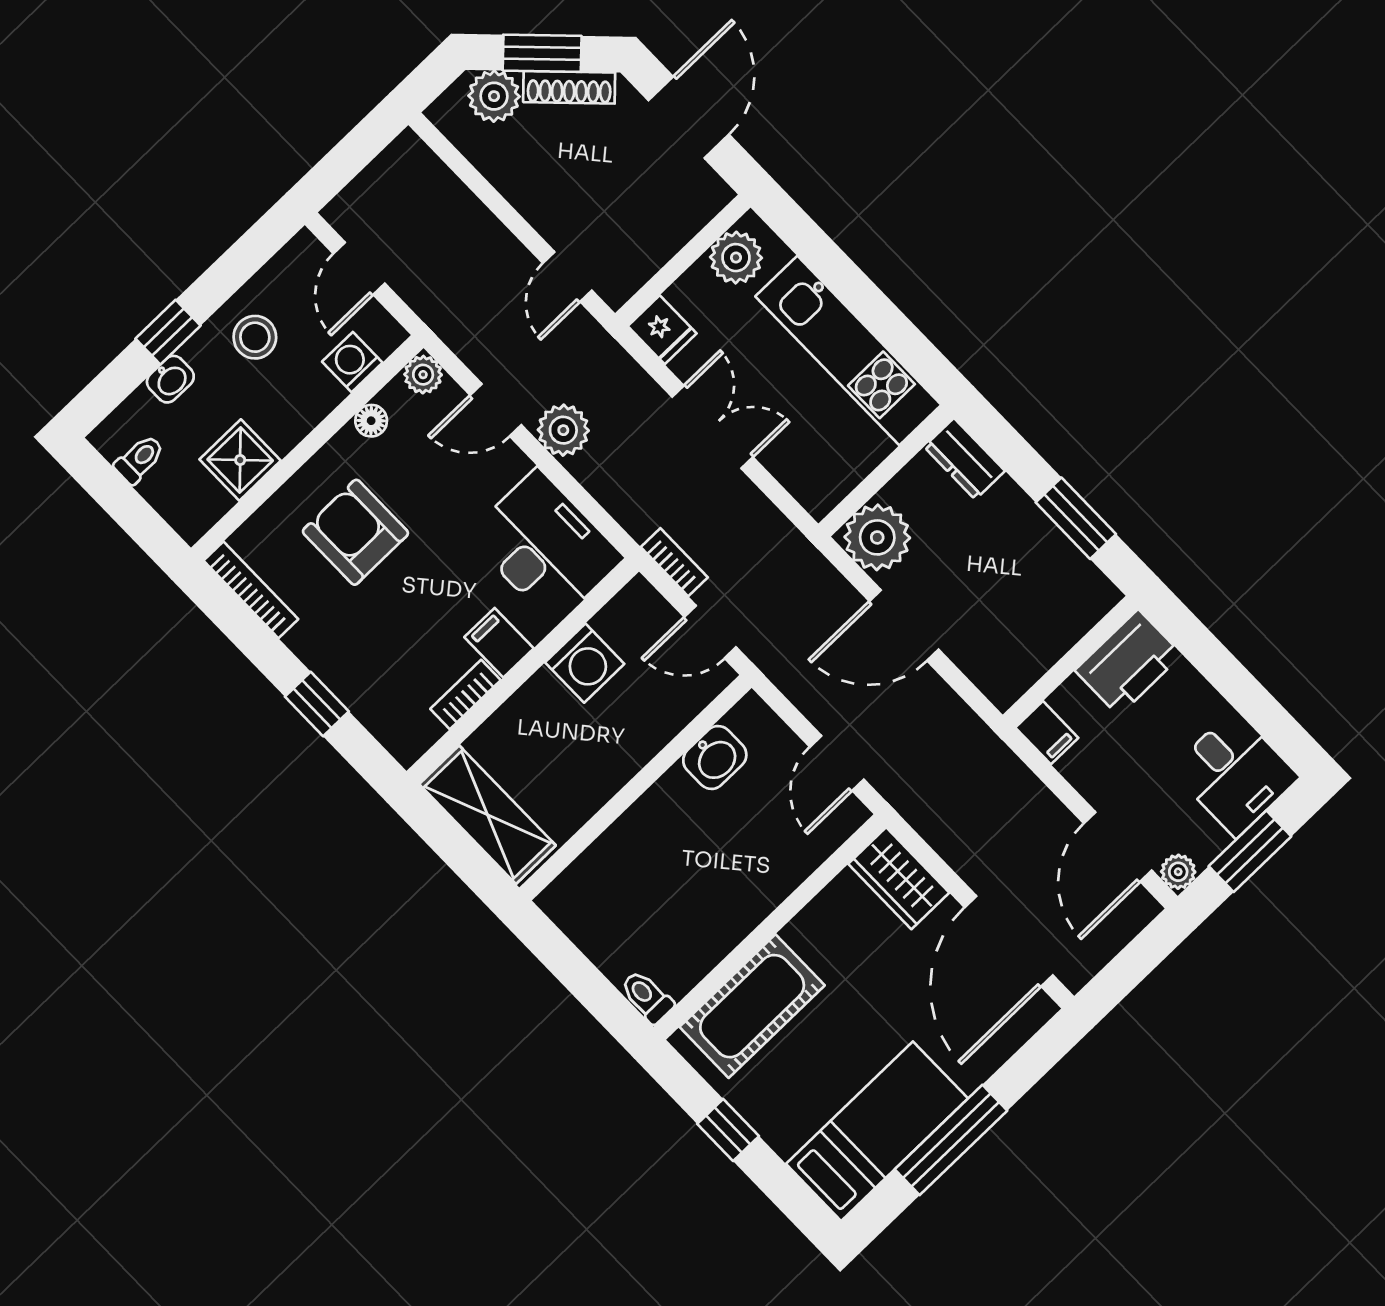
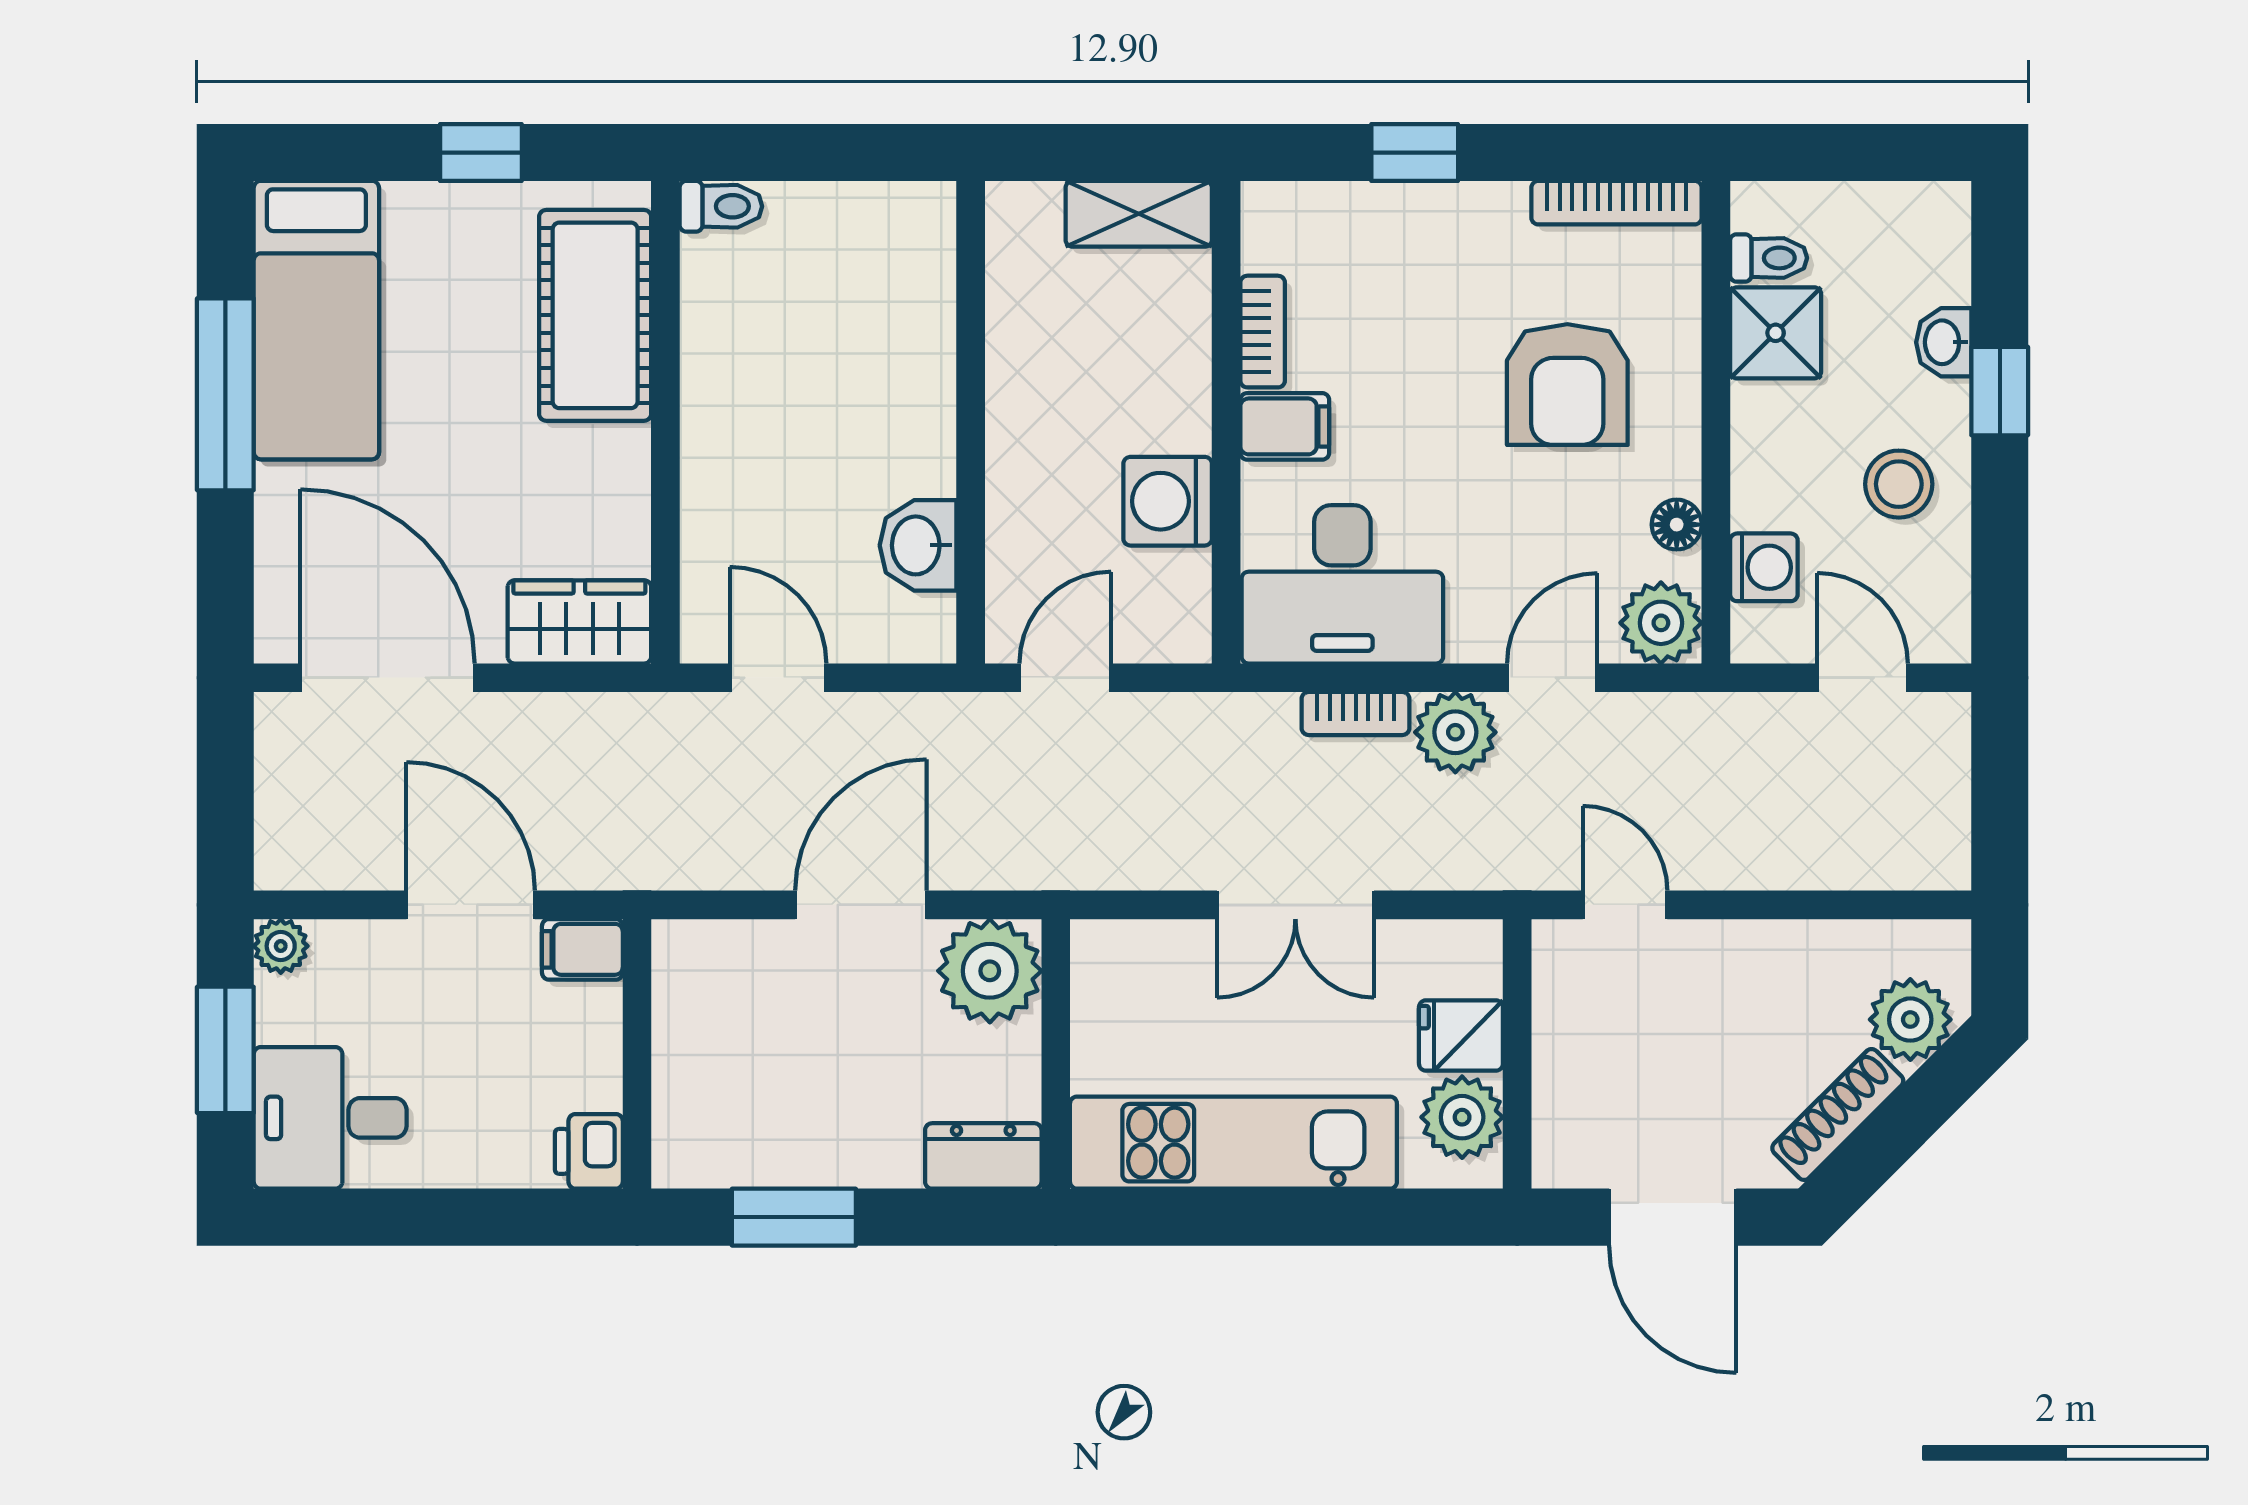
window: (542, 53) -> (1906, 1121), removed
fridge: (662, 330) -> (1461, 1035), moved
plant: (423, 375) -> (1661, 623), width x1.38, depth x1.38
toilet: (139, 459) -> (1769, 258), moved, turned -90
armchair: (355, 532) -> (1567, 385), turned 90
bookcase: (674, 562) -> (1356, 713), moved
printer: (1128, 663) -> (589, 1151), width x0.53, depth x0.68
shelving: (487, 815) -> (1139, 214), width x0.67, depth x0.75
door: (1118, 847) -> (471, 905), moved

